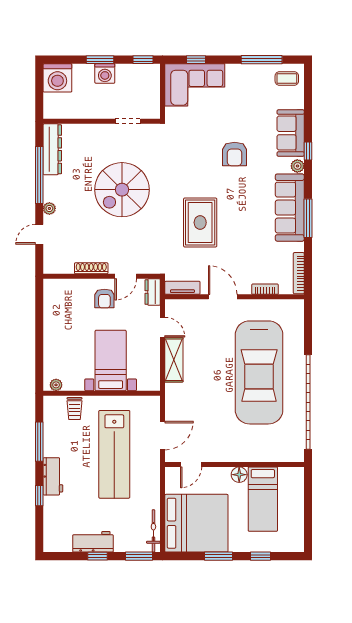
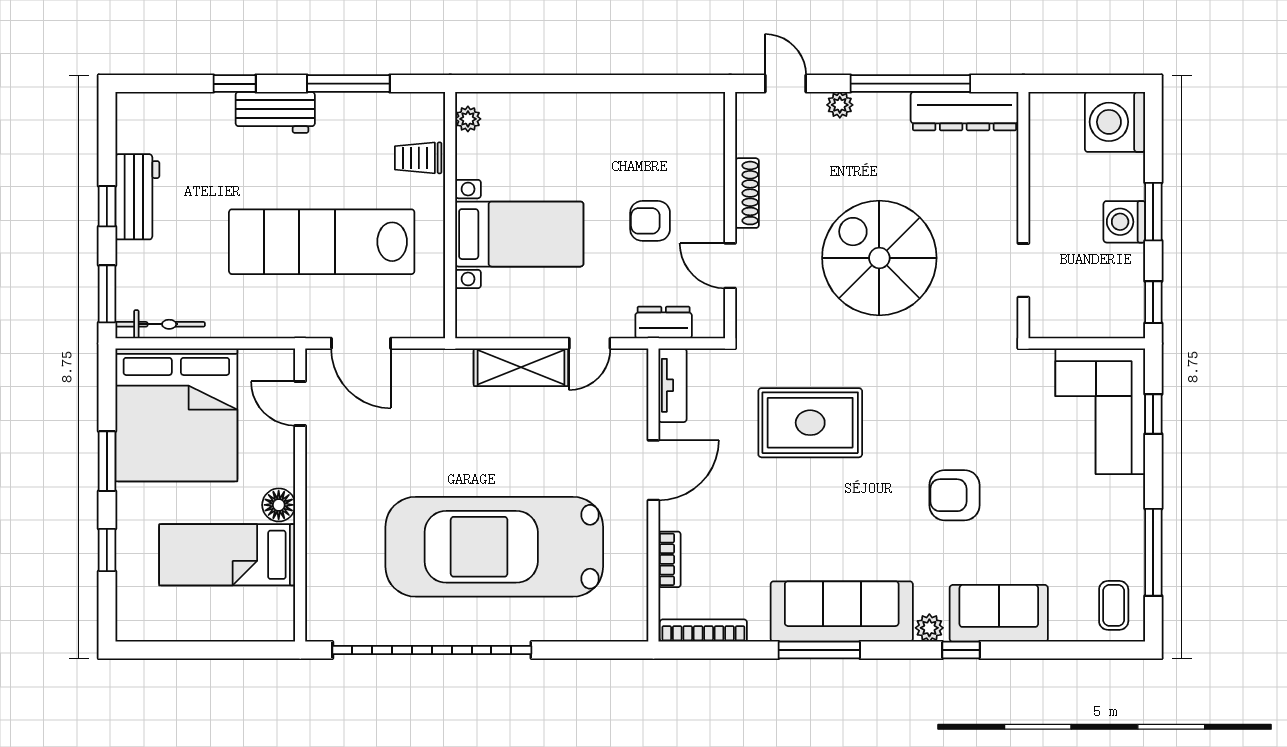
shoe rack: (91, 268) -> (747, 193), moved
wall: (102, 276) -> (730, 215), moved
door: (126, 276) -> (730, 266), moved

